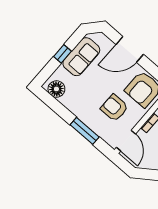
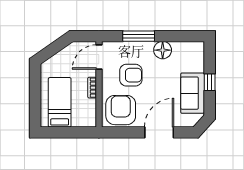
floor lamp: (56, 89) -> (163, 50), moved
door: (126, 141) -> (99, 57), hinge flipped

